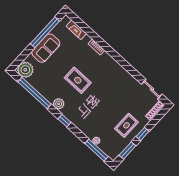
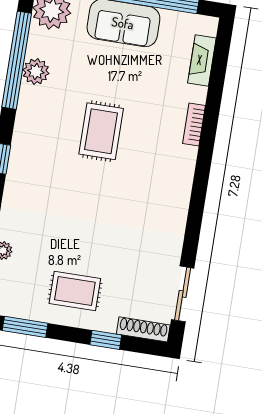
plant: (59, 104) -> (36, 71), moved
window: (143, 134) -> (106, 340), moved

